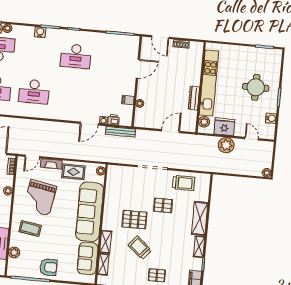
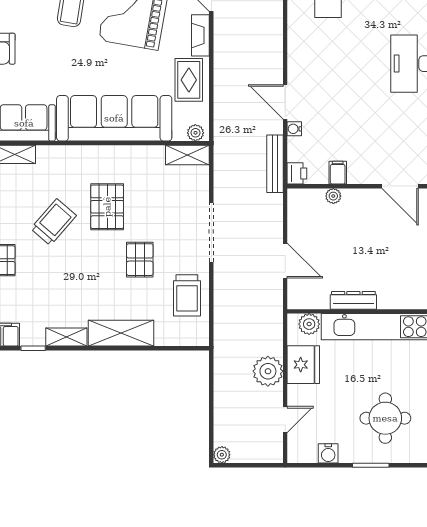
printer: (114, 120) -> (297, 173), moved
shelving: (106, 242) -> (187, 155), moved

